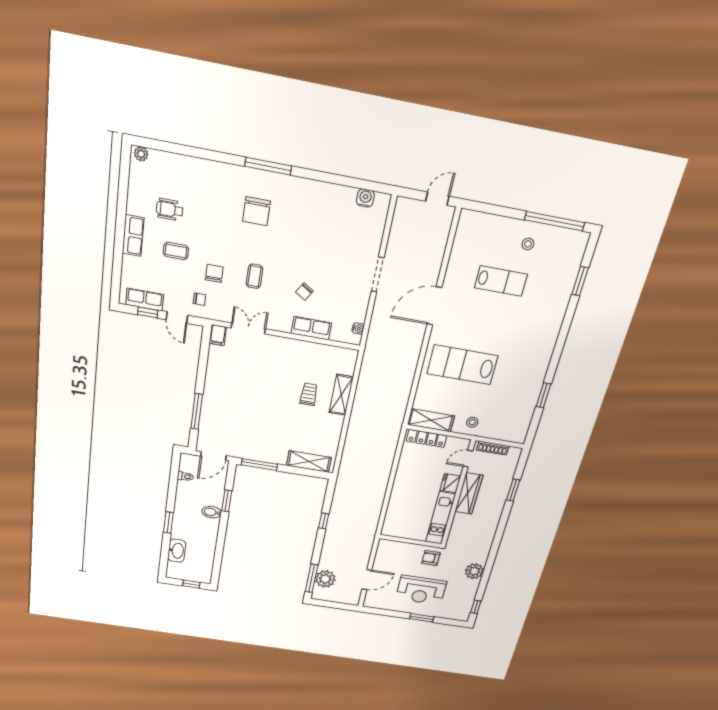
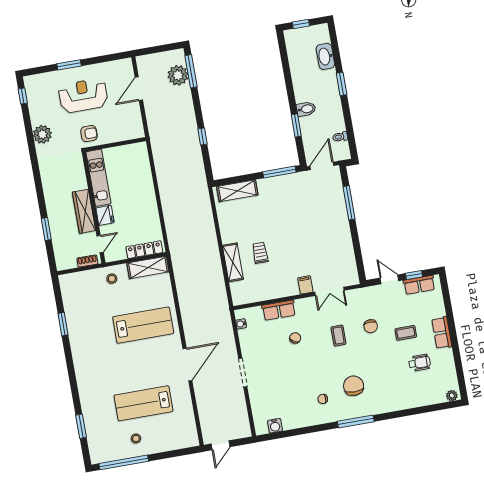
lab bench: (501, 281) -> (144, 403), width x1.36, depth x1.39
chair: (199, 299) -> (323, 399), moved
filing cabinet: (218, 335) -> (305, 285), moved
trolley: (309, 394) -> (260, 253), turned 180
shoe rack: (493, 448) -> (87, 261), width x0.70

